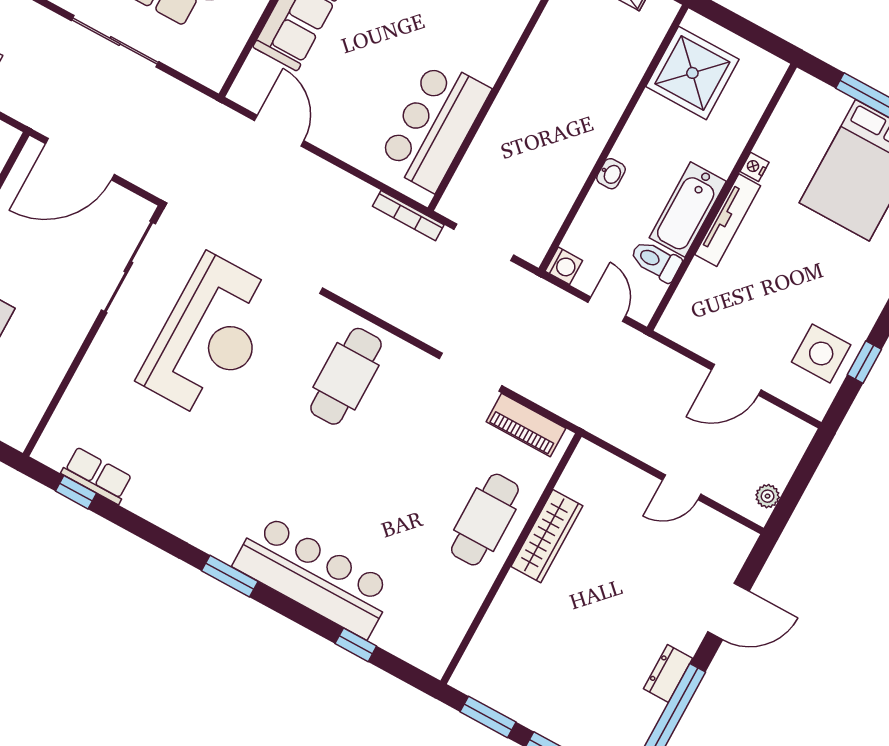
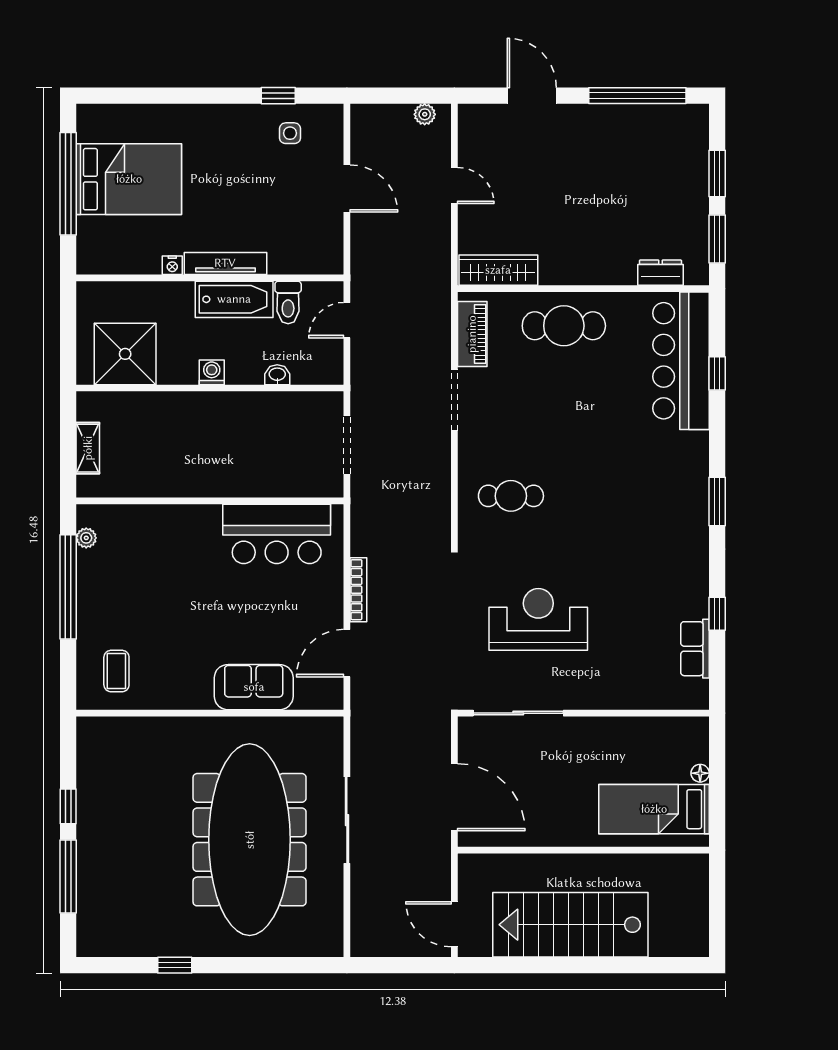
washbasin: (611, 174) -> (277, 375), moved
bookcase: (408, 216) -> (358, 590), moved
washing machine: (564, 266) -> (212, 372), moved
reception desk: (210, 337) -> (538, 619), width x0.74, depth x0.77
side table: (821, 353) -> (290, 133), width x0.54, depth x0.54
cafe table: (346, 376) -> (511, 496), width x0.73, depth x0.74
window: (76, 492) -> (717, 614), moved
wardrobe: (547, 536) -> (498, 270), moved
bar counter: (314, 576) -> (681, 361), moved
dresser: (668, 673) -> (660, 273), moved, turned 180

